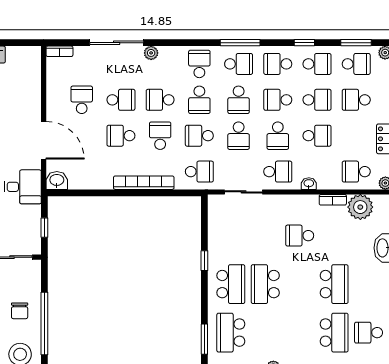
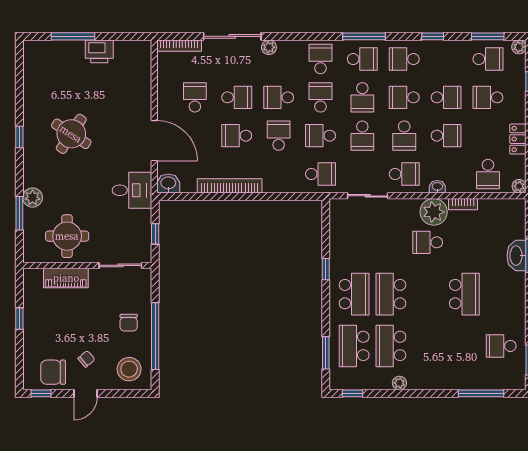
bookcase: (59, 51) -> (179, 46), width x1.56
school desk: (317, 64) -> (446, 59), removed
school desk: (199, 100) -> (320, 97), turned 180
school desk: (356, 172) -> (488, 174), turned -90
bookcase: (144, 183) -> (230, 186), moved
plant: (360, 207) -> (434, 212), moved
school desk: (334, 333) -> (391, 346), moved, turned 180

